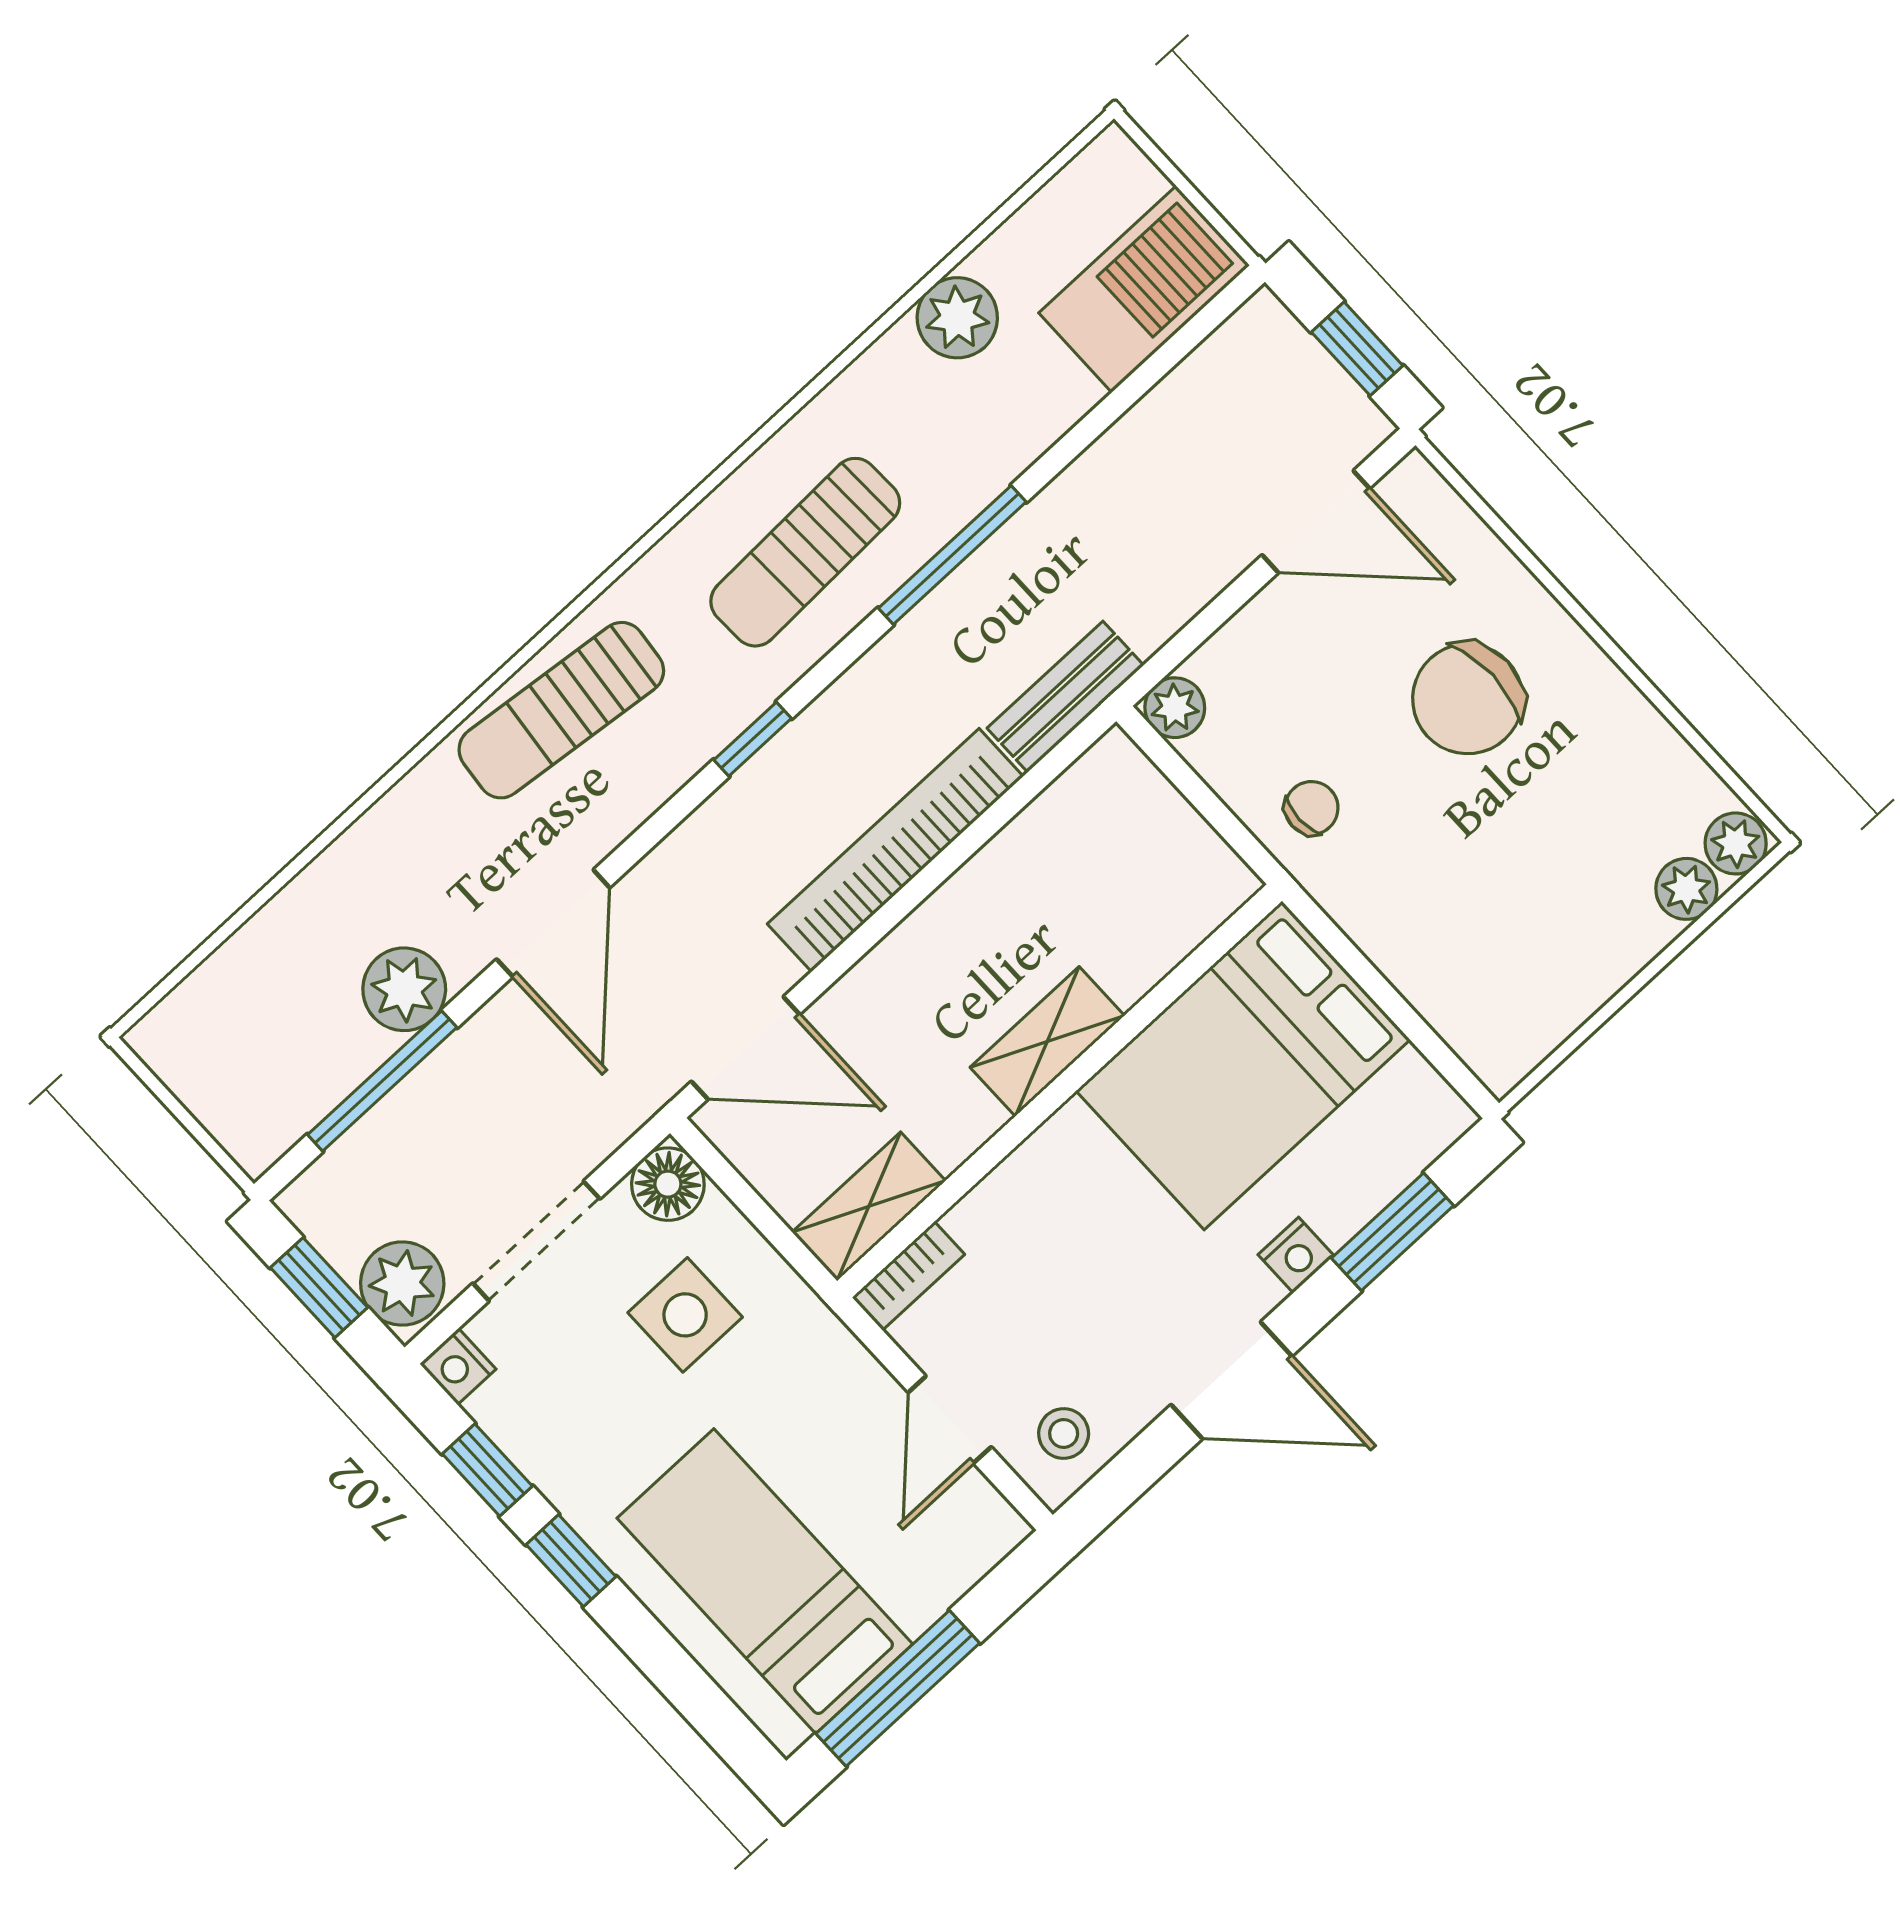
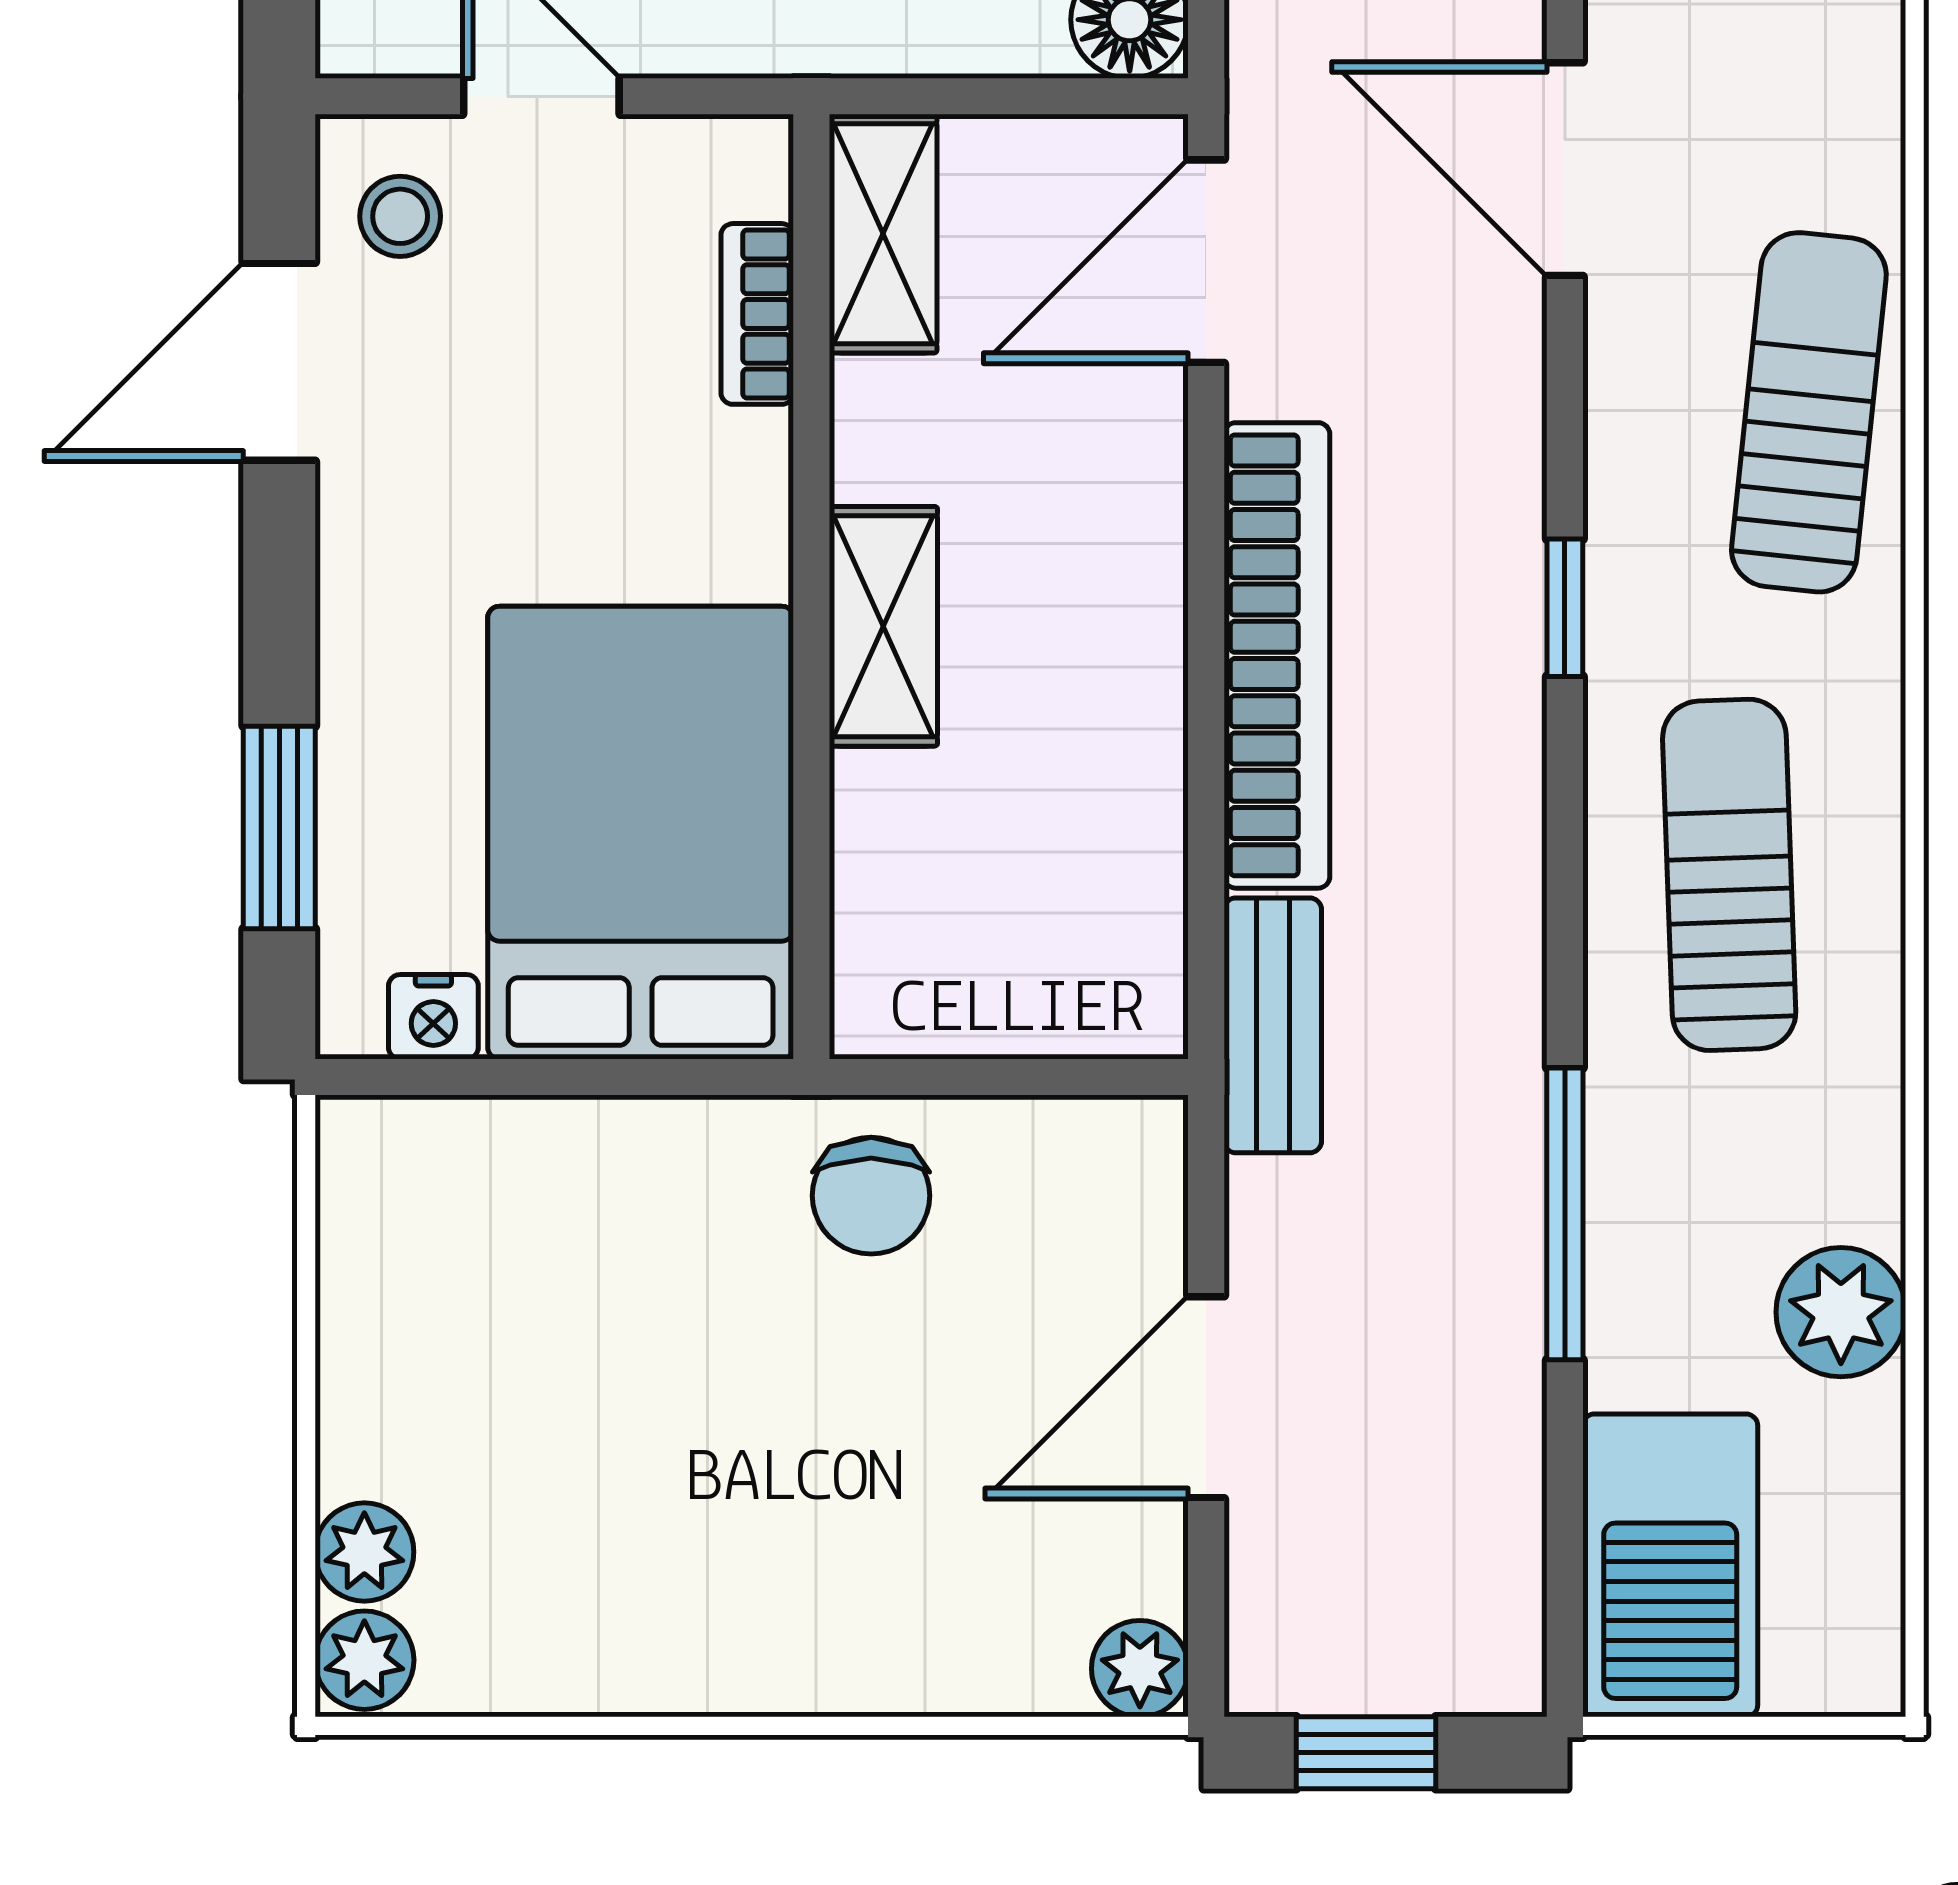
door: (1316, 522) -> (1206, 1397), moved
window: (952, 555) -> (1565, 1214), moved
chair: (1468, 699) -> (830, 1500), removed
plant: (1175, 708) -> (1140, 1669), moved
chair: (1312, 808) -> (871, 1196), width x1.37, depth x1.37
nightstand: (1296, 1255) -> (433, 1017), moved, turned -90
bookcase: (908, 1276) -> (757, 314), moved
door: (1232, 1380) -> (279, 362), moved

